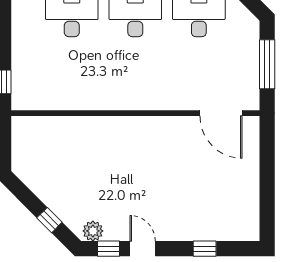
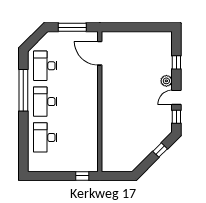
door: (221, 113) -> (100, 53), swing flipped
plant: (93, 231) -> (166, 81), moved

